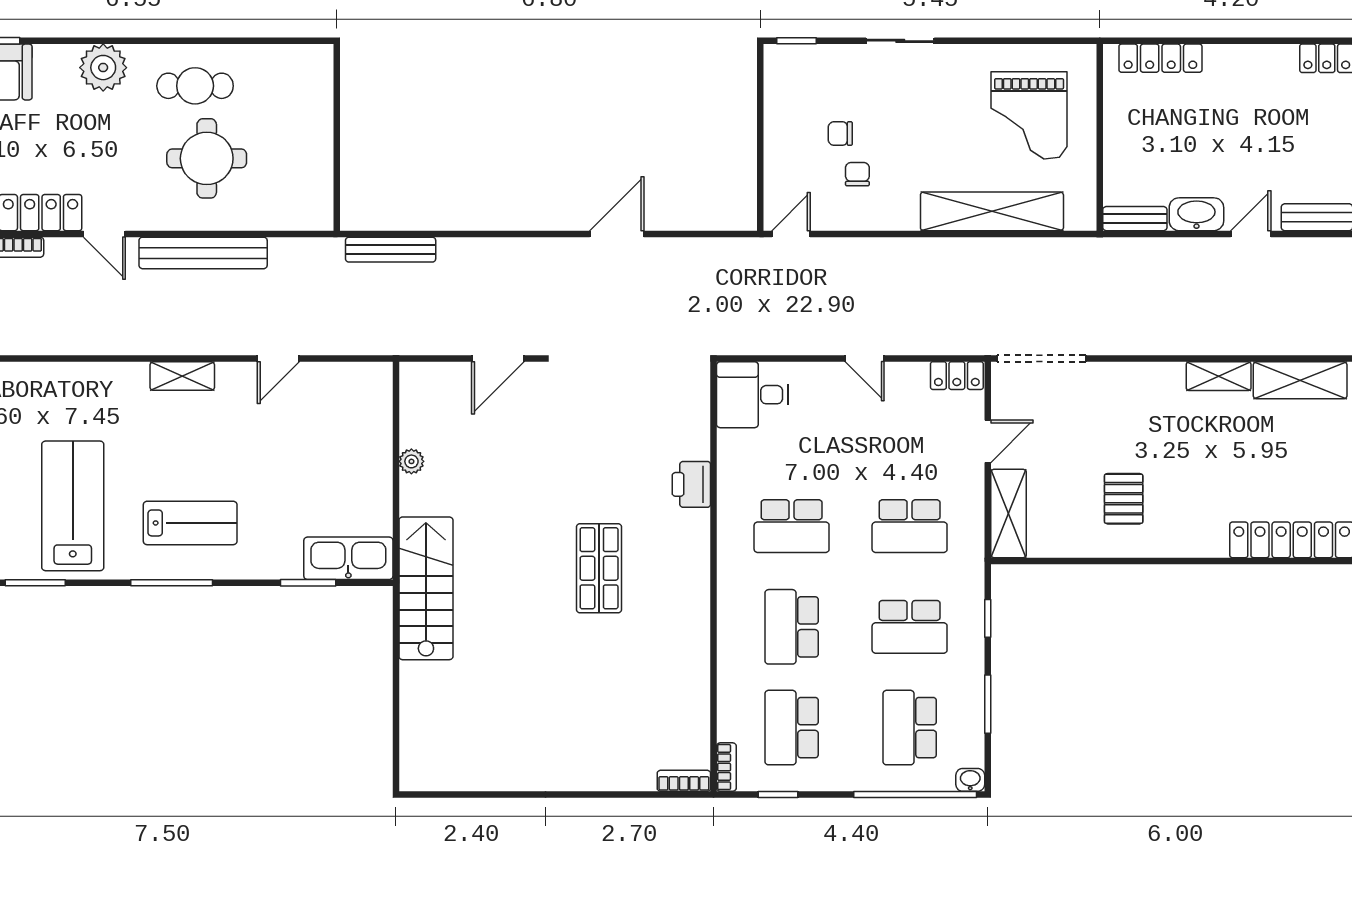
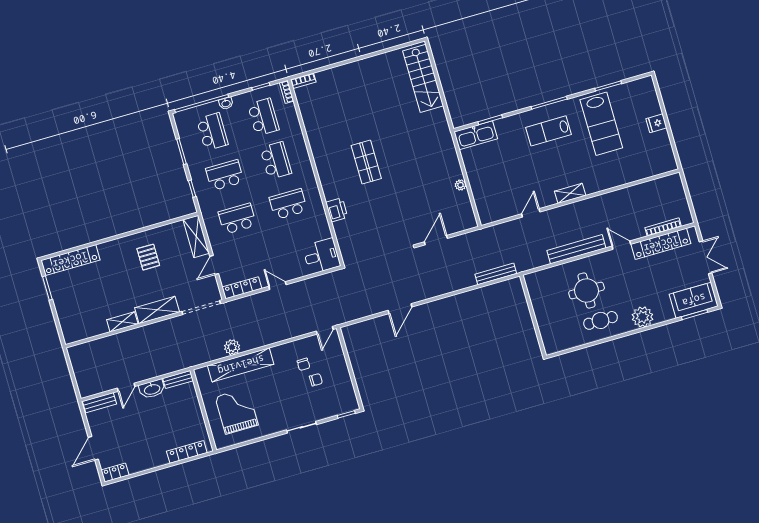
plant: (999, 255) -> (232, 347), added
locker: (957, 376) -> (242, 288), width x1.53
shelving: (1300, 380) -> (157, 310), moved
stairs: (426, 588) -> (423, 78), moved
washbasin: (970, 780) -> (226, 103), moved

